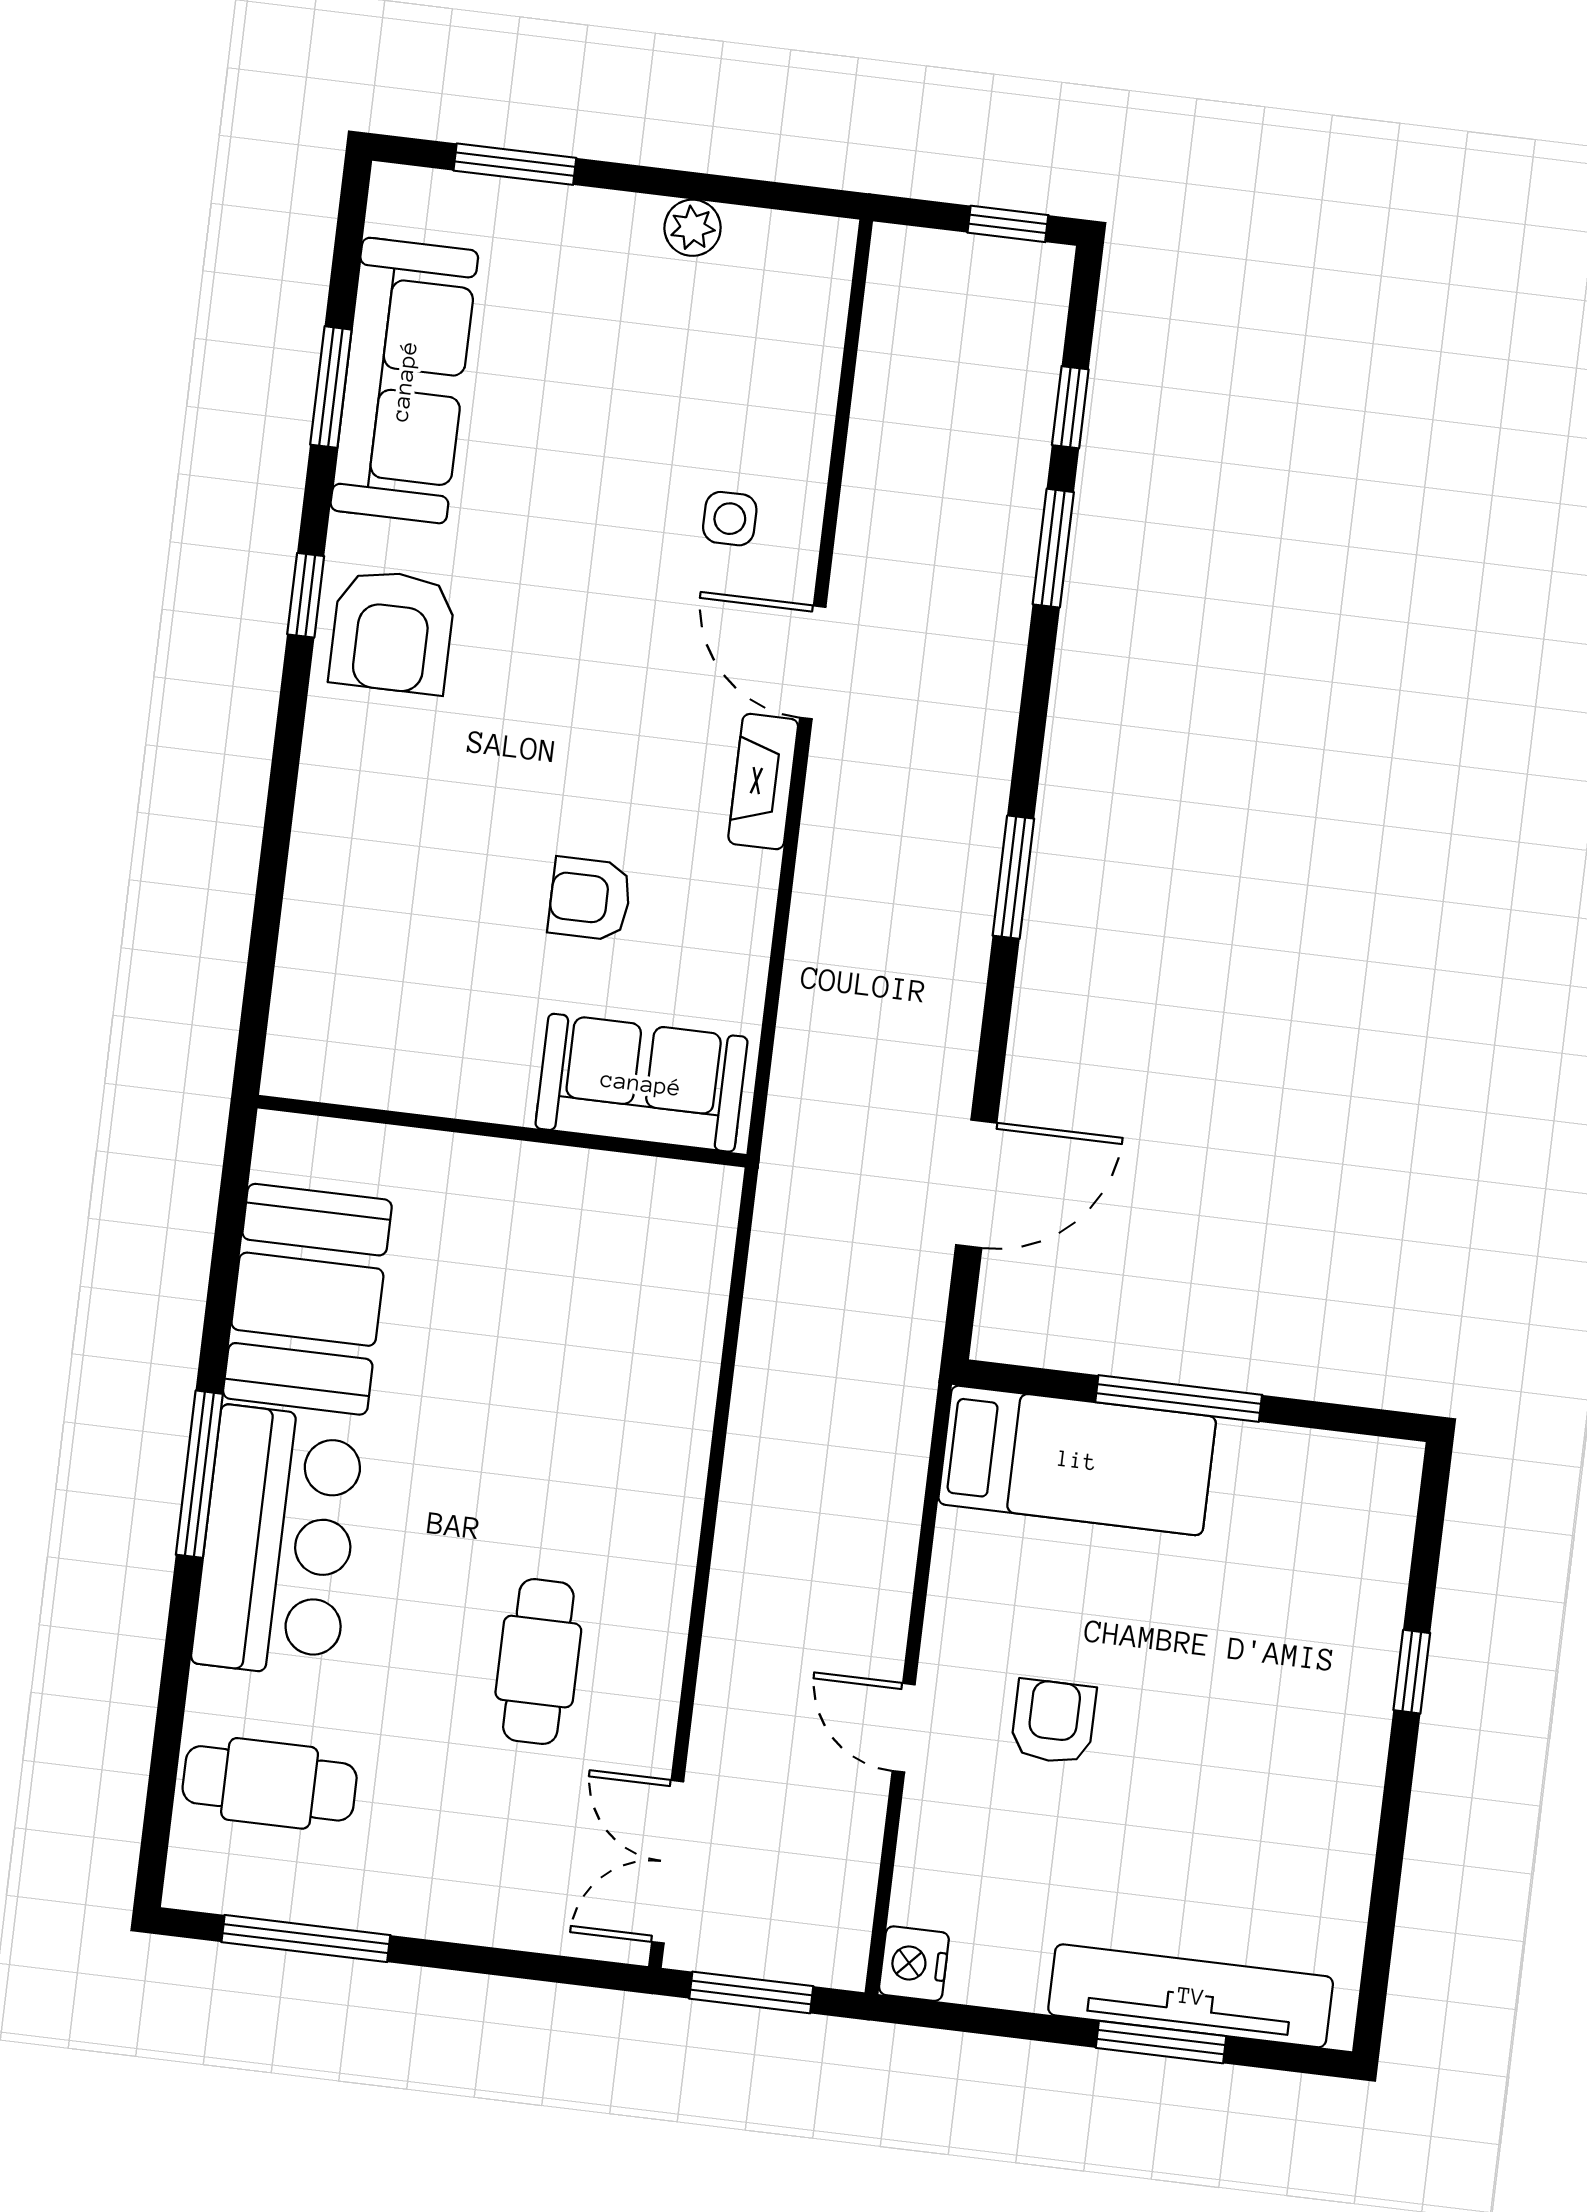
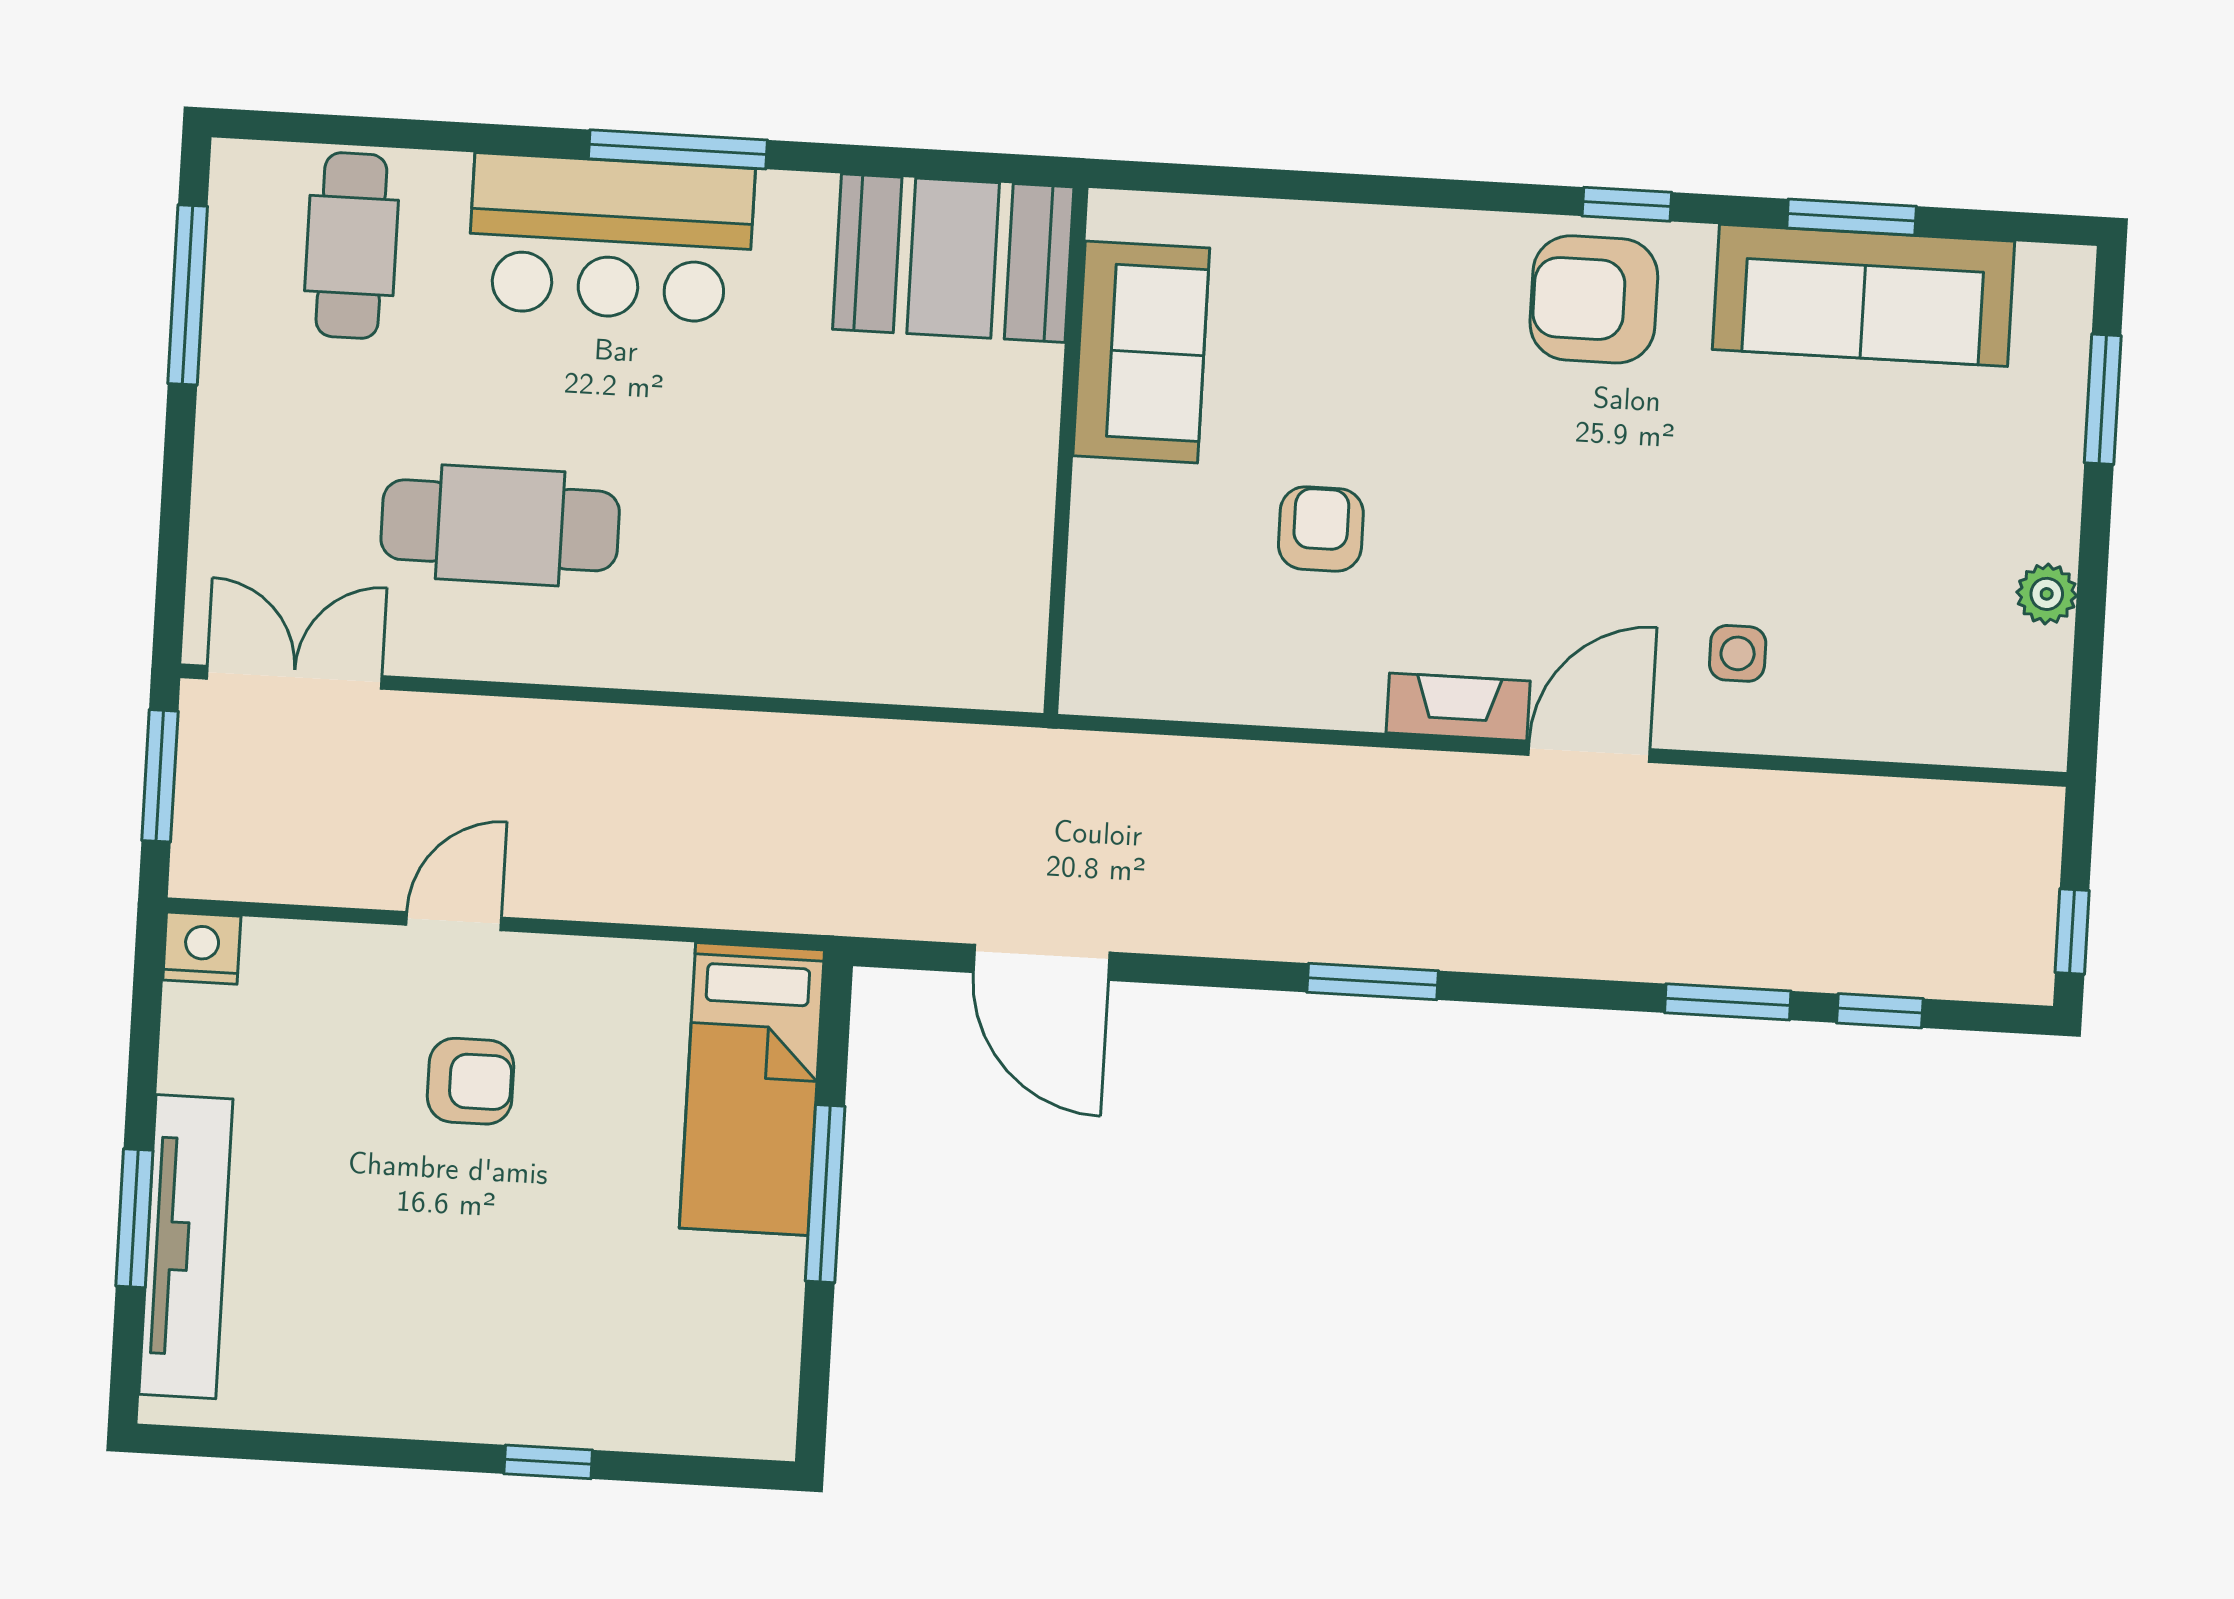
sofa: (641, 1083) -> (1141, 352), moved
booth: (307, 1299) -> (953, 258), moved
cafe table: (538, 1662) -> (500, 525), width x1.37, depth x1.35

